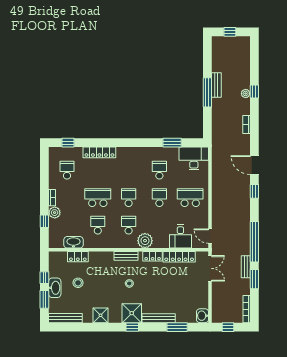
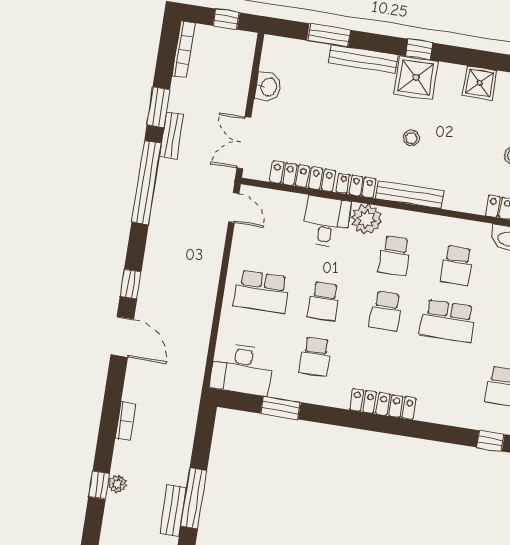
locker: (99, 152) -> (383, 404), moved
desk: (180, 237) -> (326, 222), moved
bench: (126, 256) -> (410, 195), width x1.36
washbasin: (203, 316) -> (268, 87), moved

